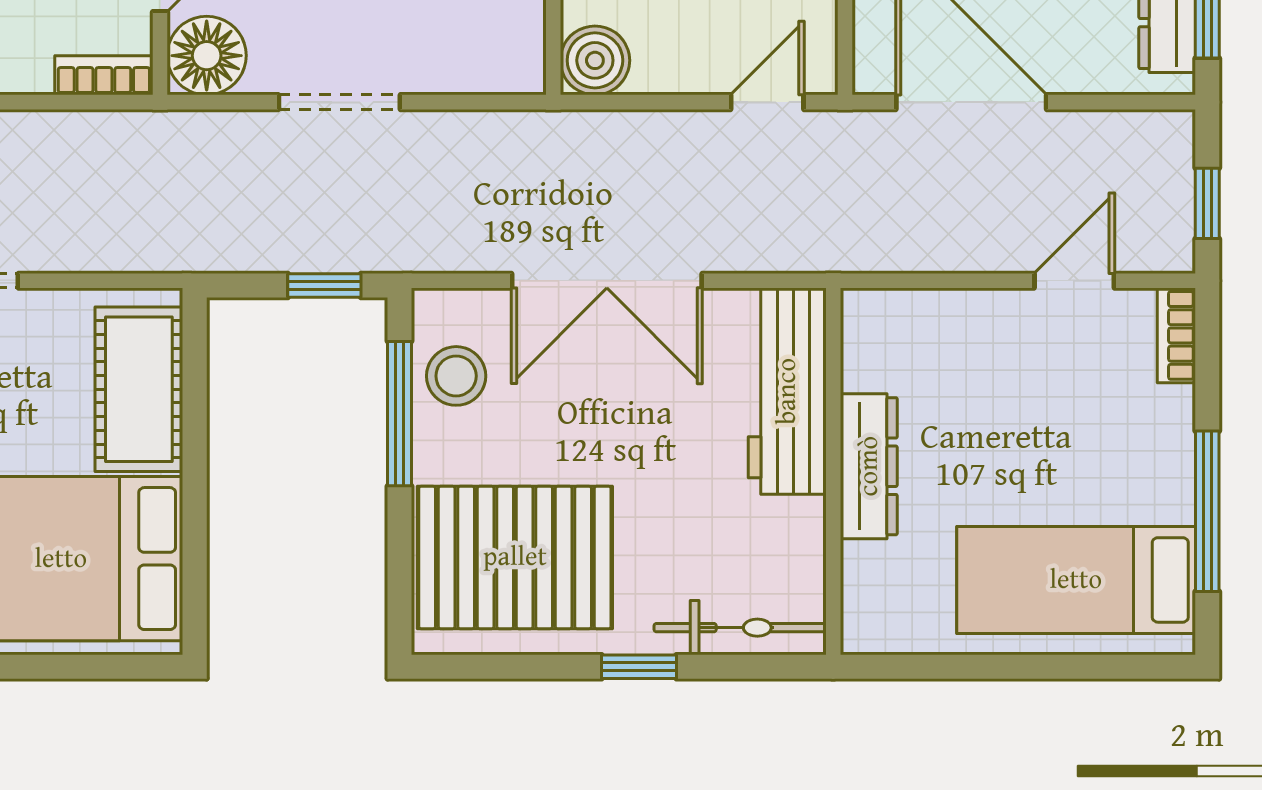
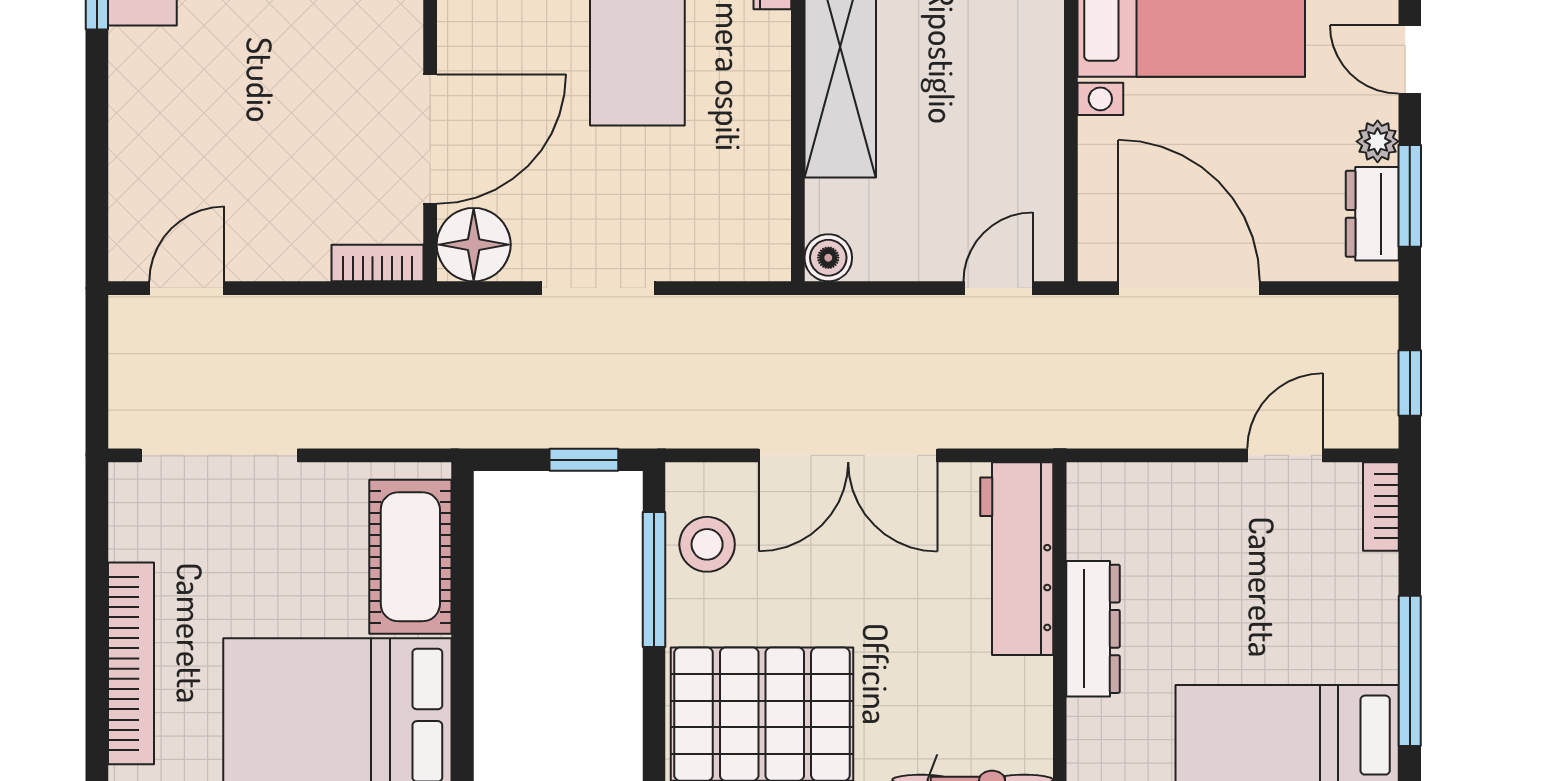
boiler: (595, 60) -> (828, 258), width x0.73, depth x0.73

